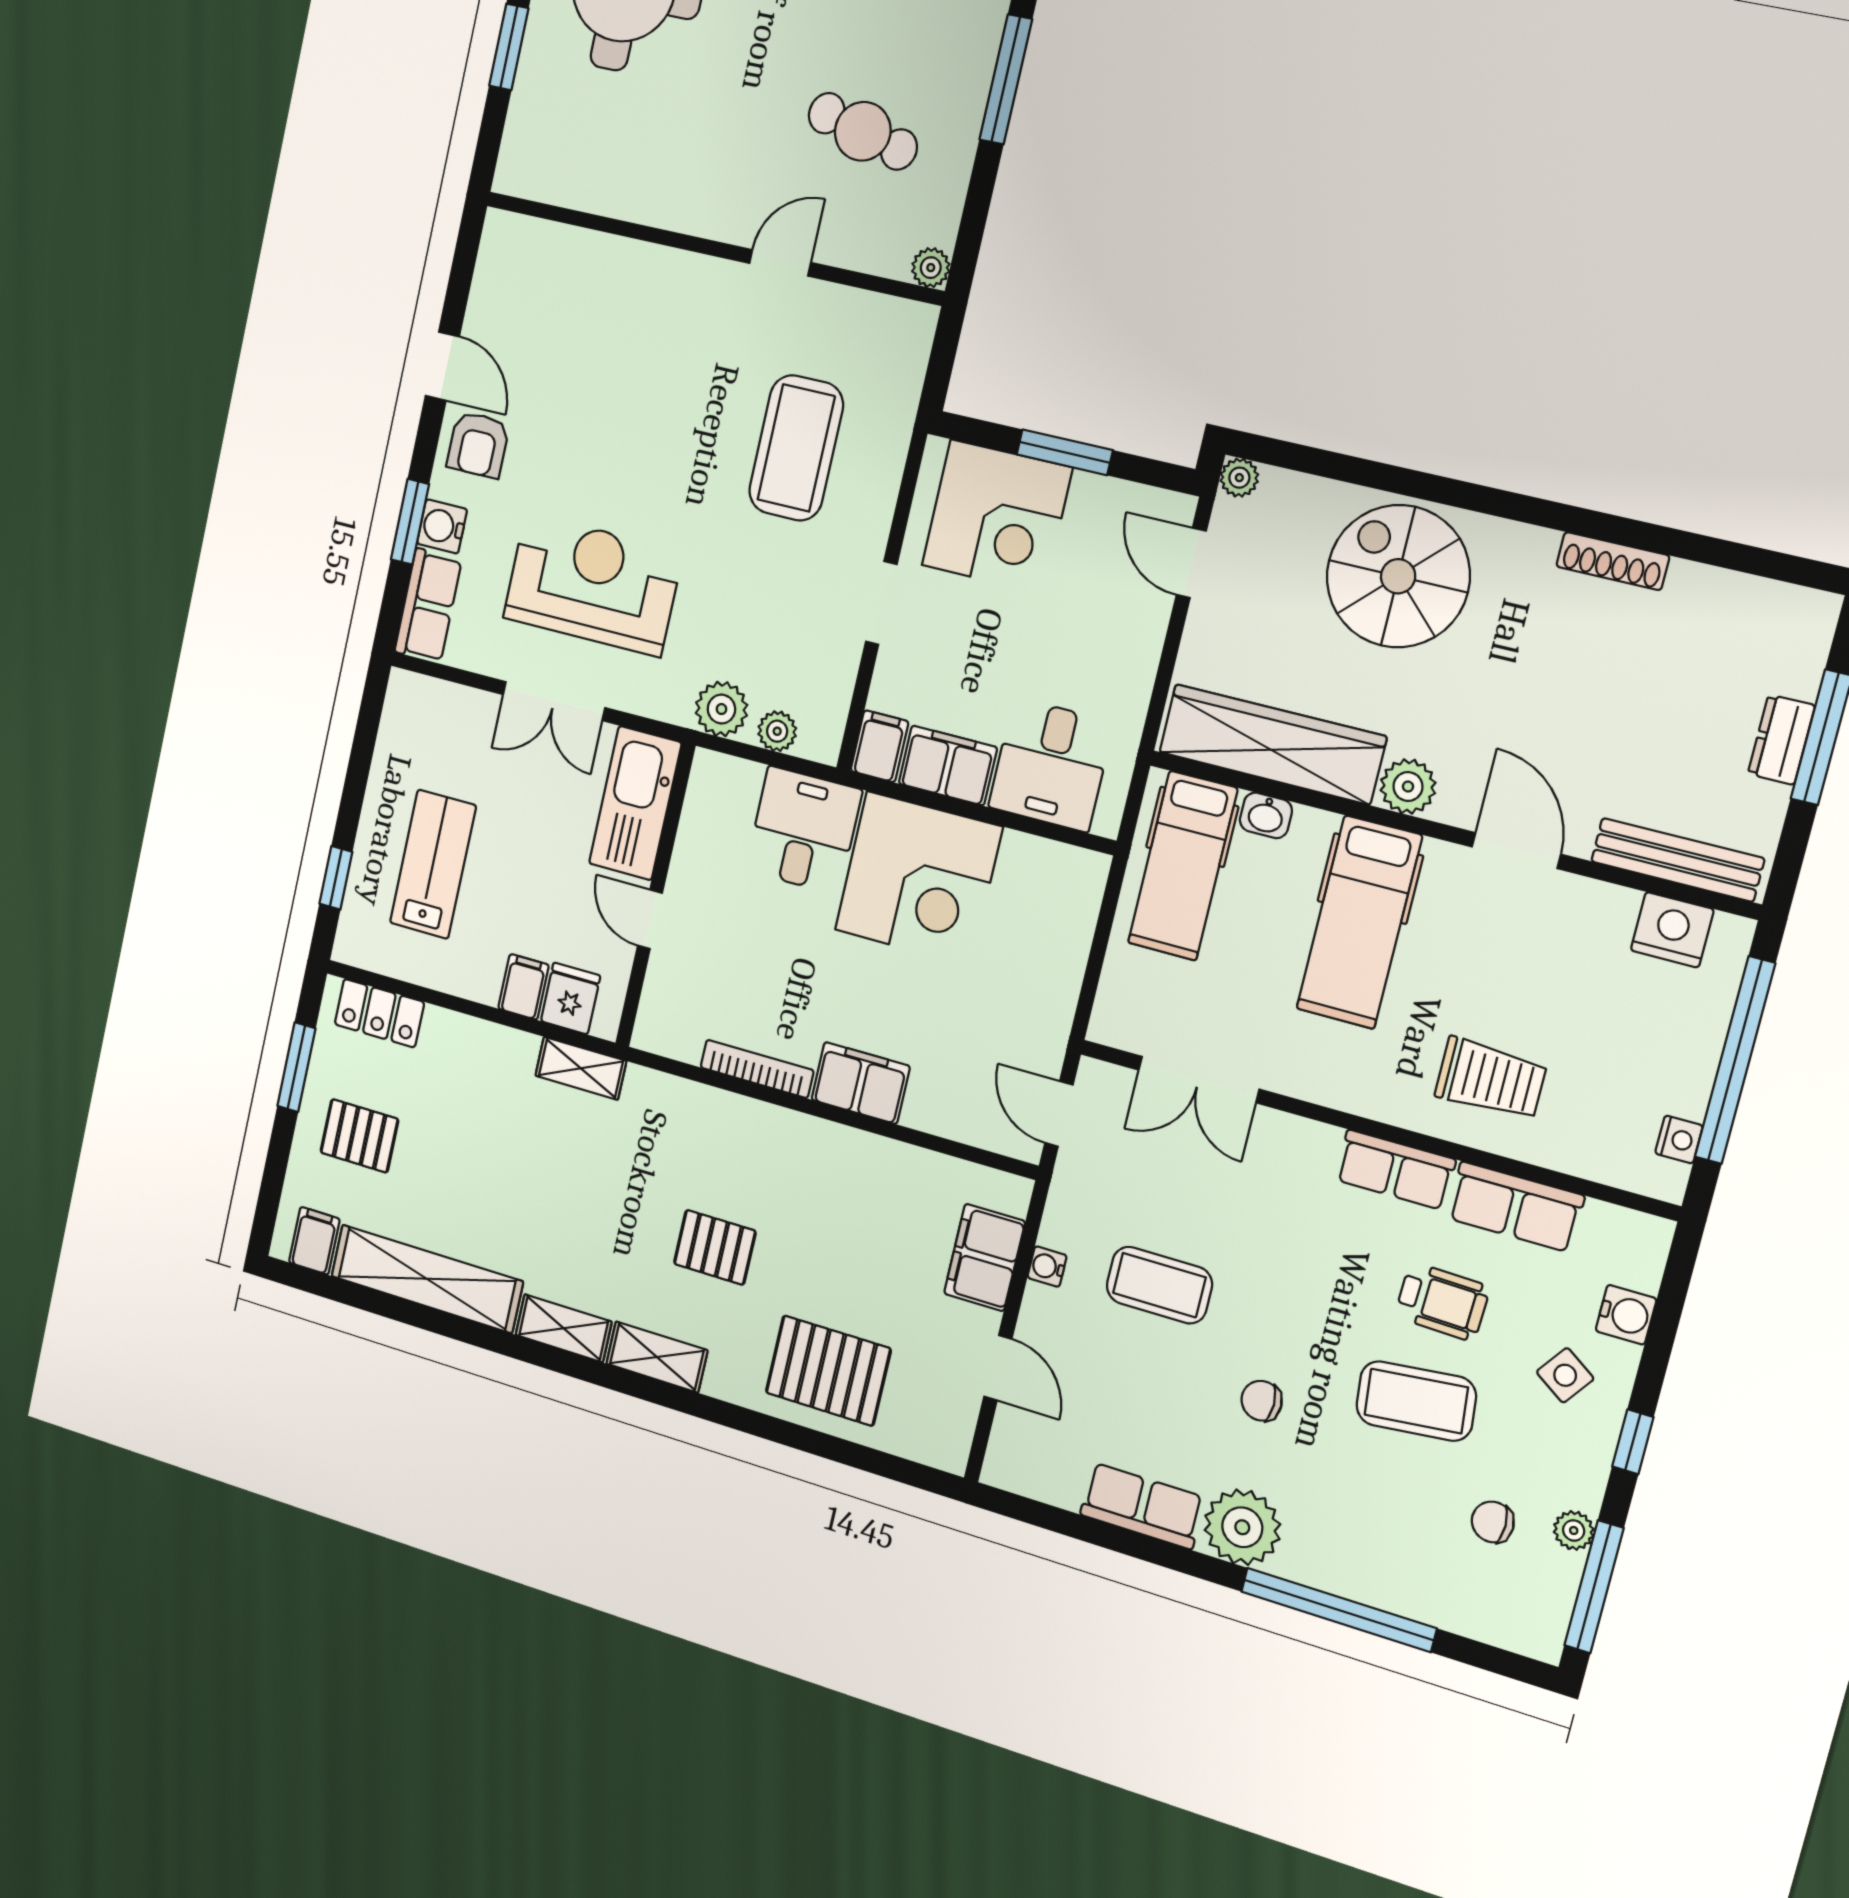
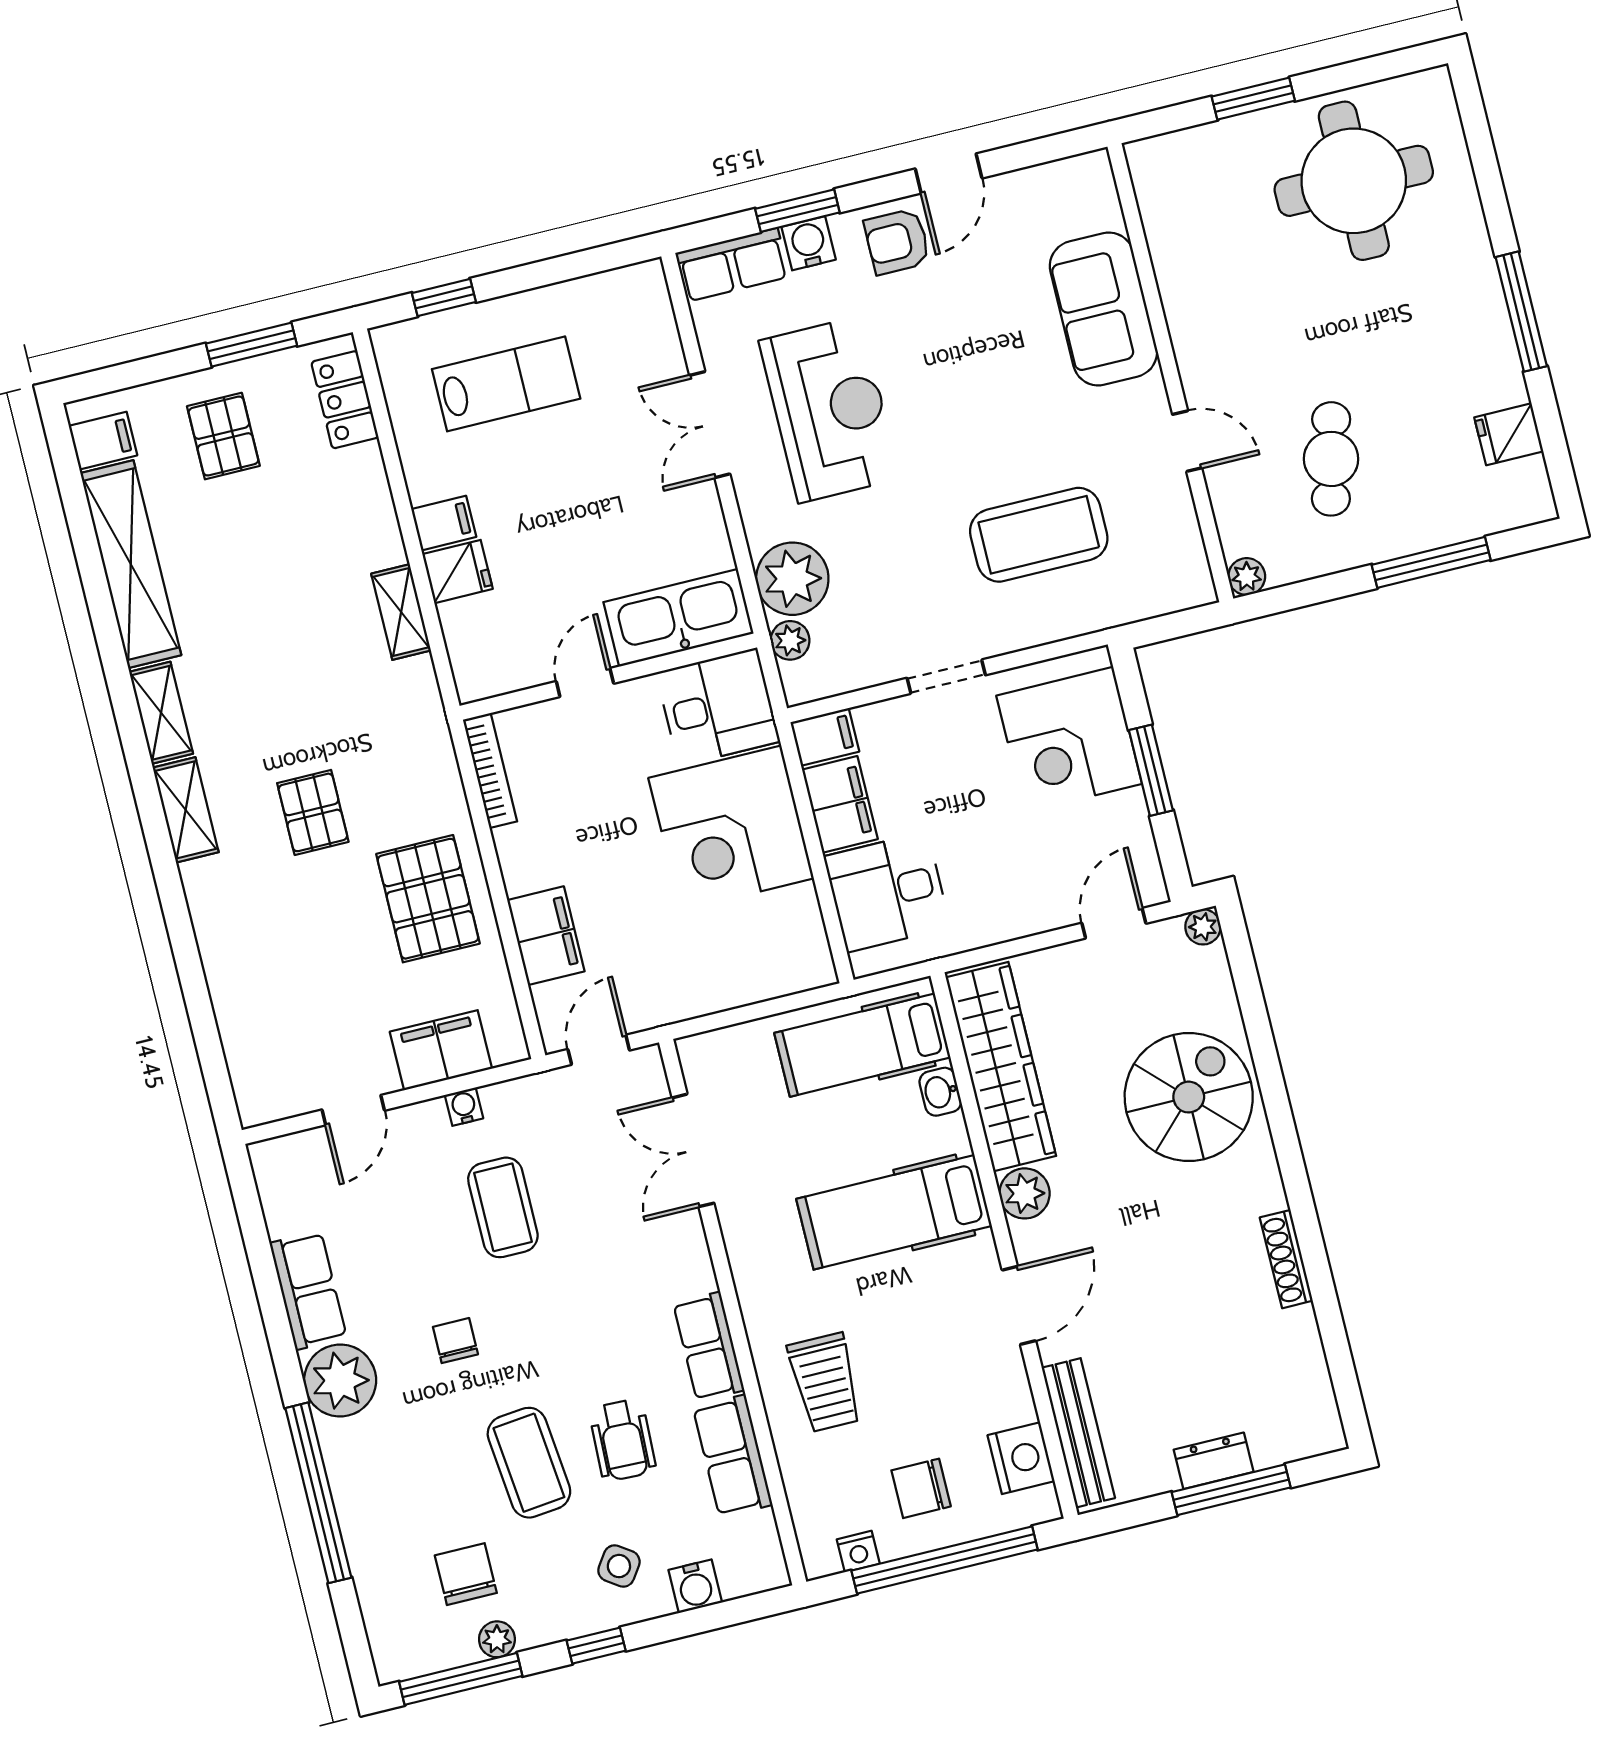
sofa: (626, 283) -> (1103, 309), added
plant: (721, 709) -> (792, 579), width x1.36, depth x1.36
kitchen sink: (635, 803) -> (679, 618), moved
wall: (655, 895) -> (608, 677), moved
door: (650, 919) -> (585, 682), moved
chair: (1649, 1044) -> (921, 1488), added
filing cabinet: (861, 1083) -> (546, 936), moved
pallet: (828, 1371) -> (428, 899), moved
chair: (1493, 1522) -> (466, 1574), width x1.37, depth x1.37

